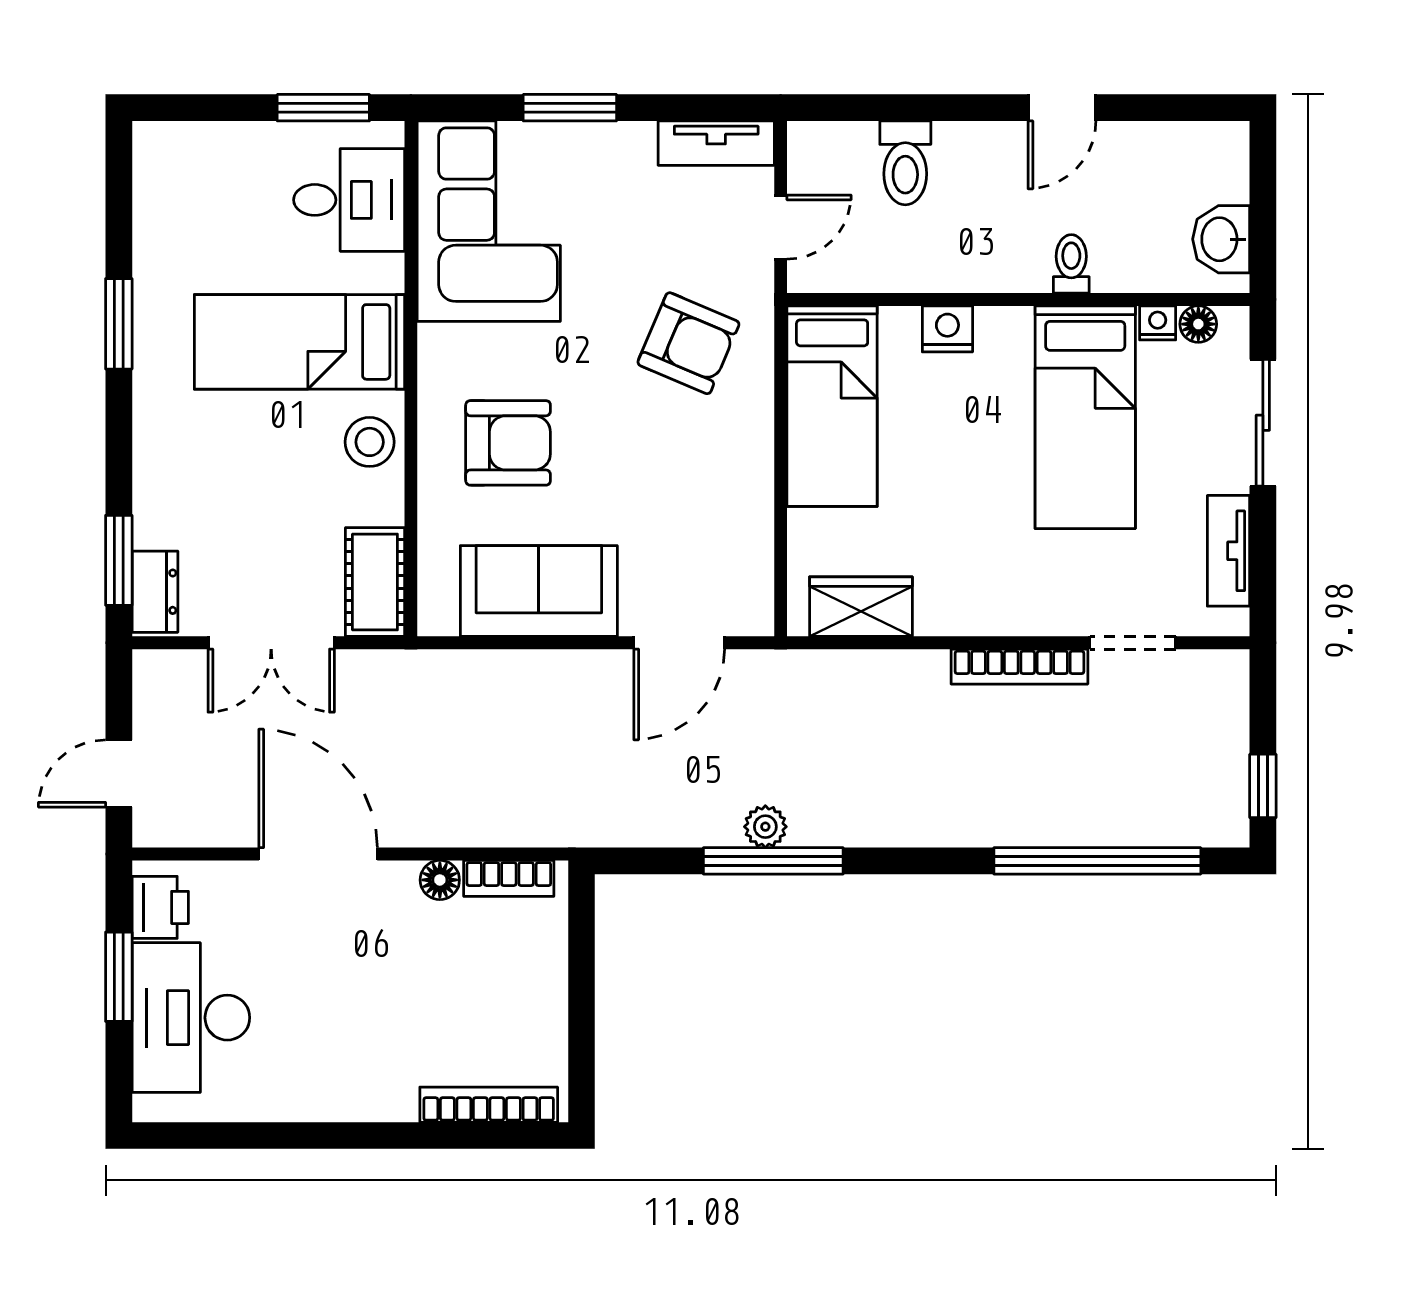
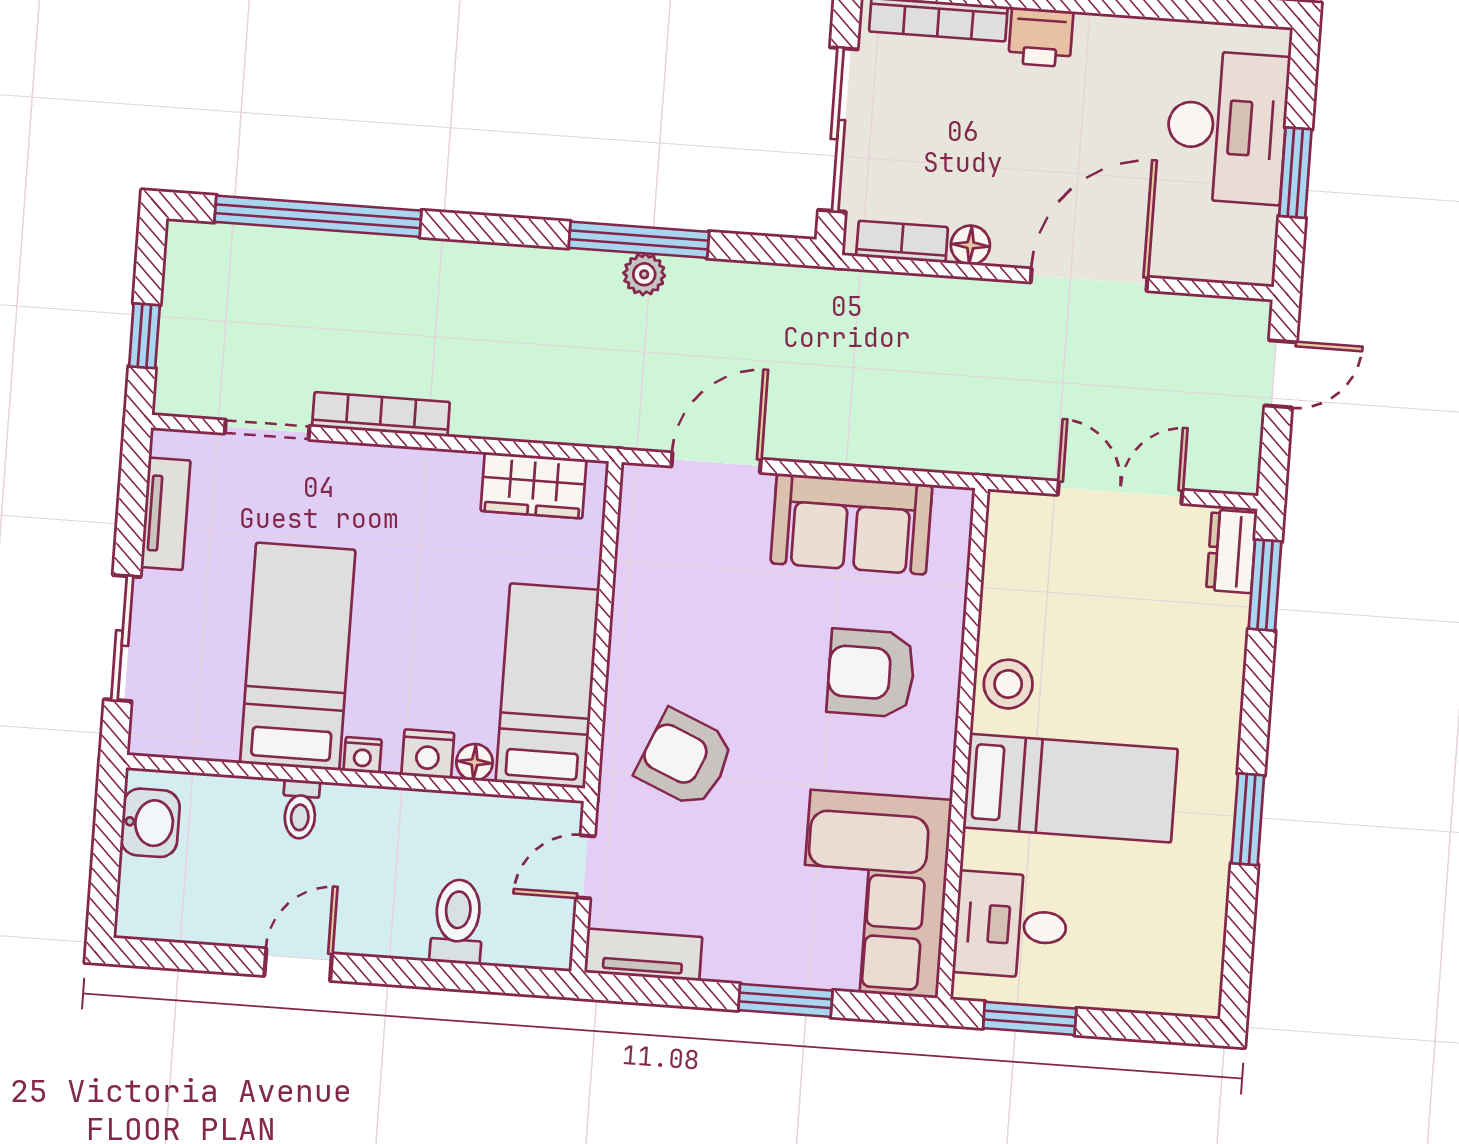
nightstand: (1158, 323) -> (363, 755), moved
floor lamp: (1198, 324) -> (475, 762), moved
cot: (375, 582) -> (1013, 545), removed
window: (1263, 786) -> (144, 336), moved
door: (318, 854) -> (1089, 280), swing flipped
printer: (160, 907) -> (1041, 37), moved, turned -90
sliding door: (581, 986) -> (838, 130), added

